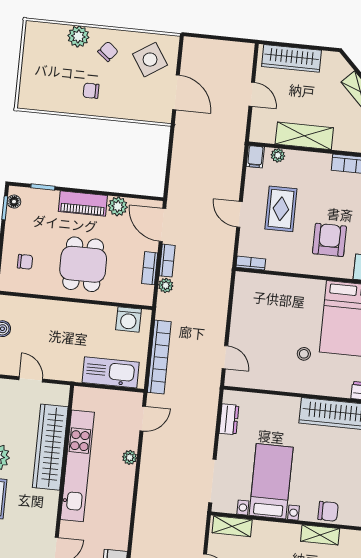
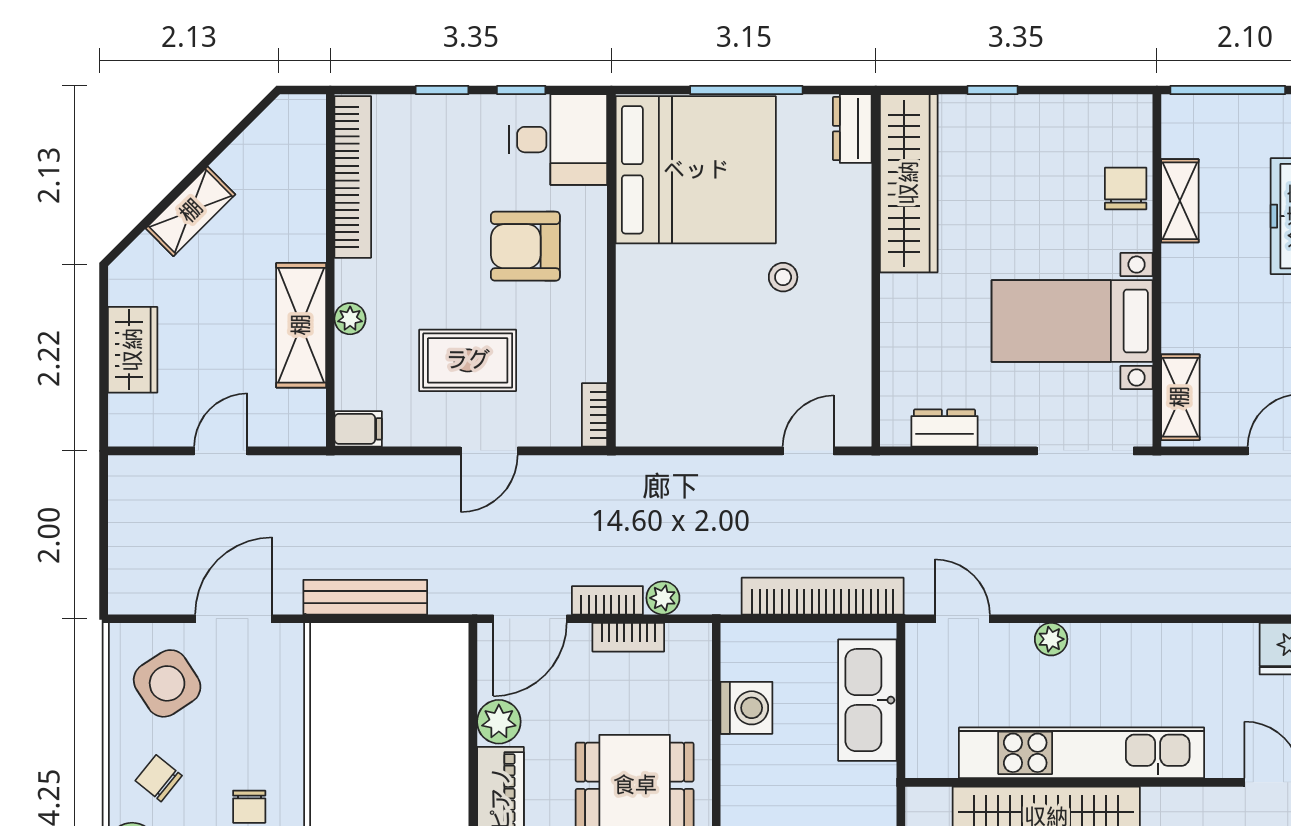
wardrobe: (291, 58) -> (133, 350), width x0.67
bench: (180, 152) -> (365, 597), added
plant: (278, 155) -> (350, 319), moved
washing machine: (128, 319) -> (746, 708), moved

